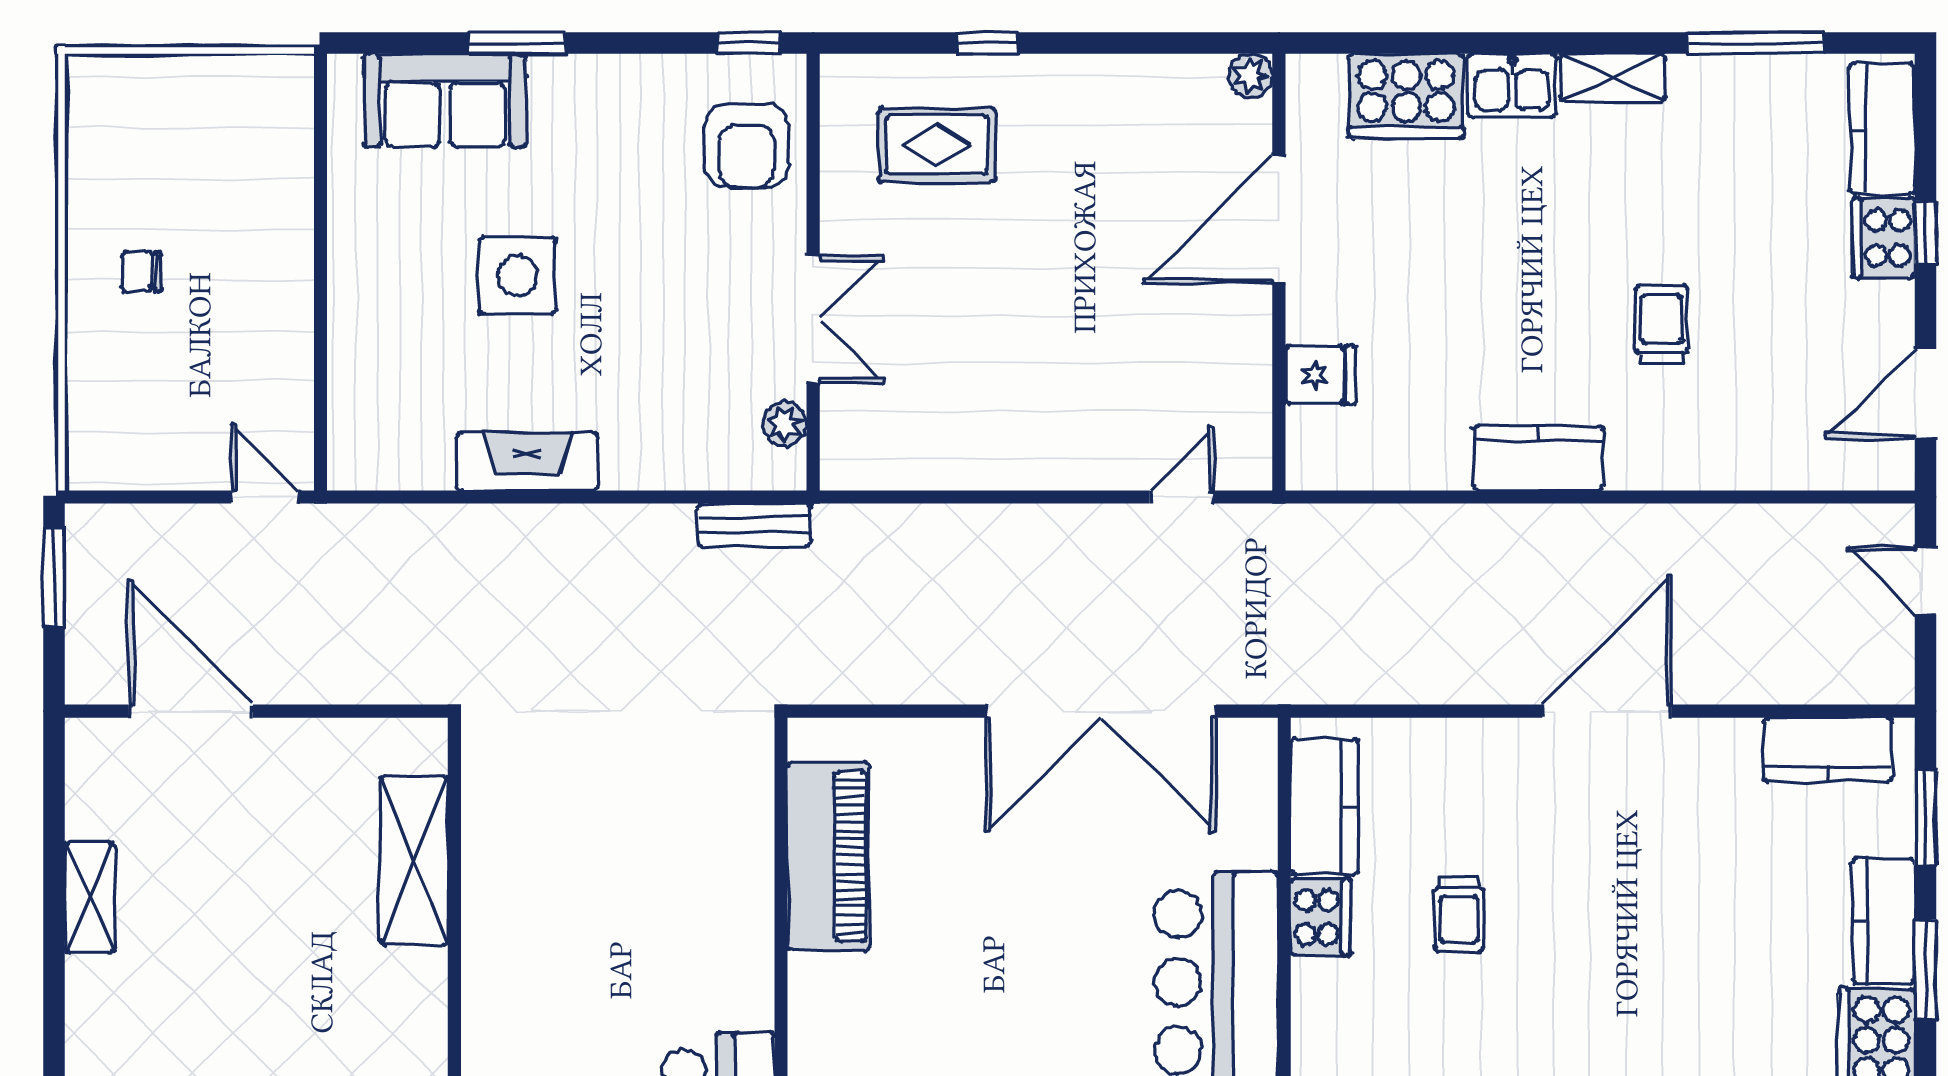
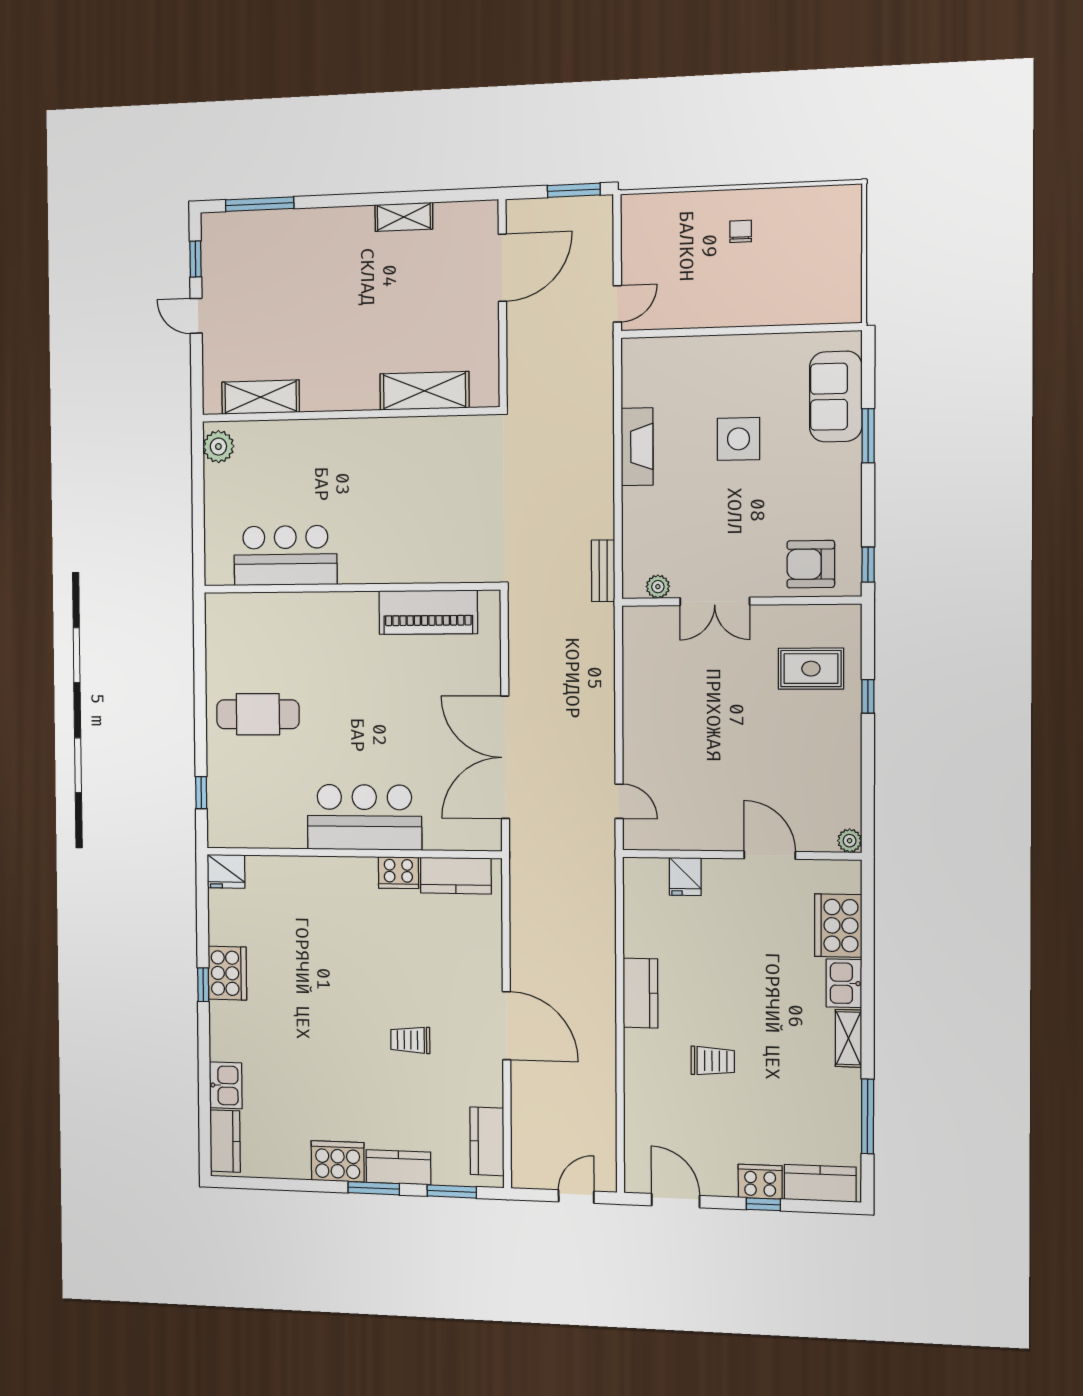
rug: (937, 145) -> (811, 669), turned 90
door: (1279, 220) -> (770, 855), width x0.73
trolley: (1459, 914) -> (410, 1040), moved

